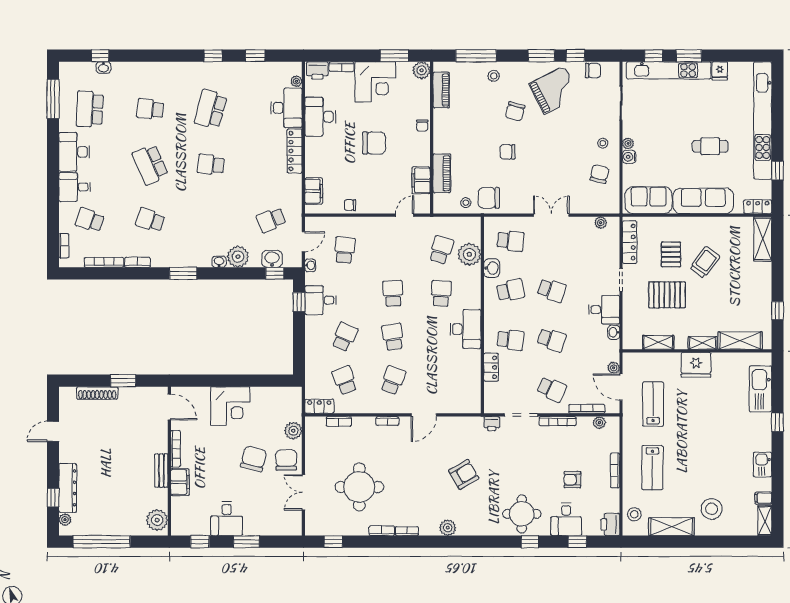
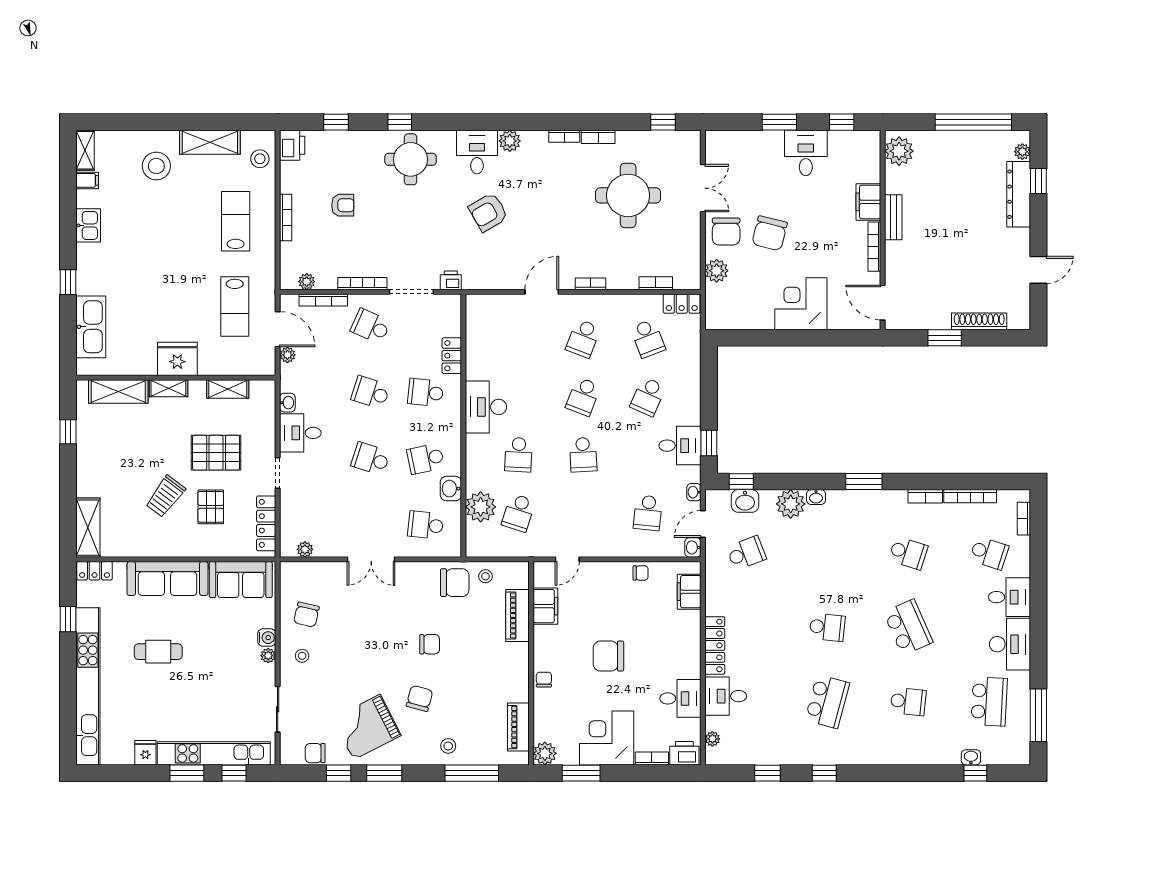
desk: (286, 108) -> (726, 696), width x0.73
desk: (320, 117) -> (680, 698), width x0.73
washbasin: (311, 224) -> (693, 547), added
school desk: (393, 337) -> (583, 397), turned 30
desk: (566, 519) -> (477, 152), moved

